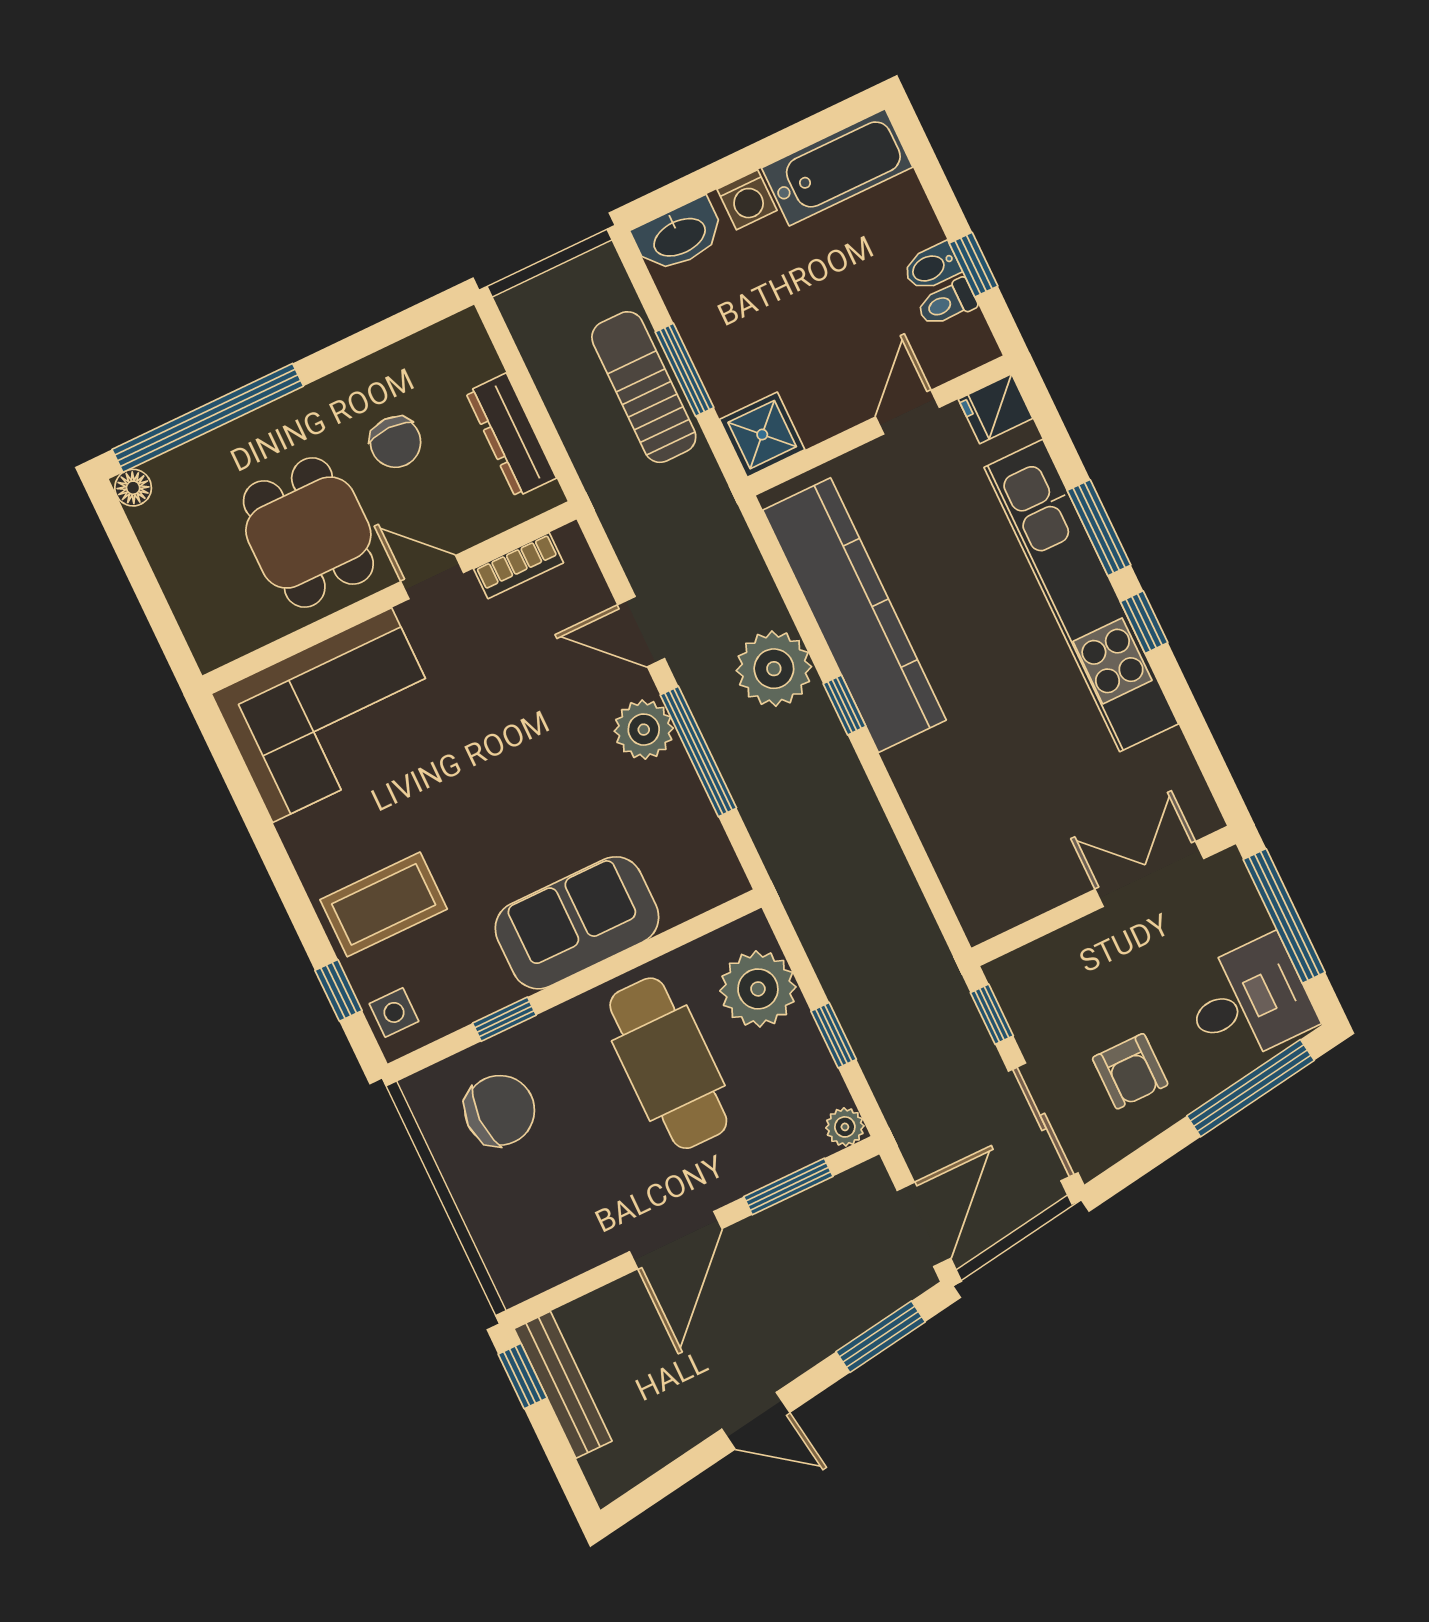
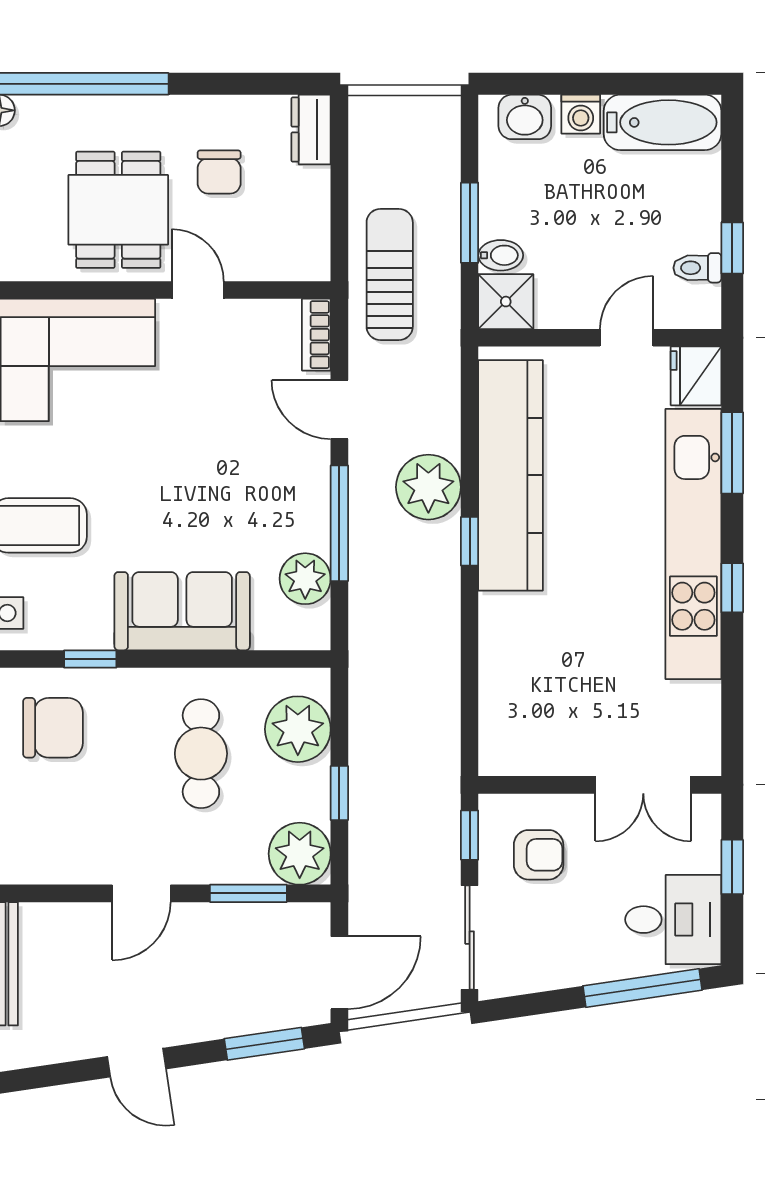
washbasin: (679, 236) -> (525, 117), width x0.72
bidet: (932, 267) -> (501, 255), moved, turned 180
sun lounger: (644, 387) -> (390, 274), moved
fridge: (996, 409) -> (696, 376), width x1.38
dresser: (511, 435) -> (311, 130), moved, width x0.70
window: (1099, 528) -> (732, 453), moved
bookcase: (519, 566) -> (316, 335), moved, turned 90
plant: (644, 730) -> (305, 579), moved
double door: (1149, 874) -> (643, 785), swing flipped
window: (1284, 916) -> (732, 867), width x0.46
cafe table: (668, 1063) -> (201, 754), width x0.73, depth x0.74
armchair: (1130, 1071) -> (539, 855), moved, turned -90
plant: (845, 1127) -> (300, 854), width x1.87, depth x1.87
door: (676, 1240) -> (141, 893), width x0.73

